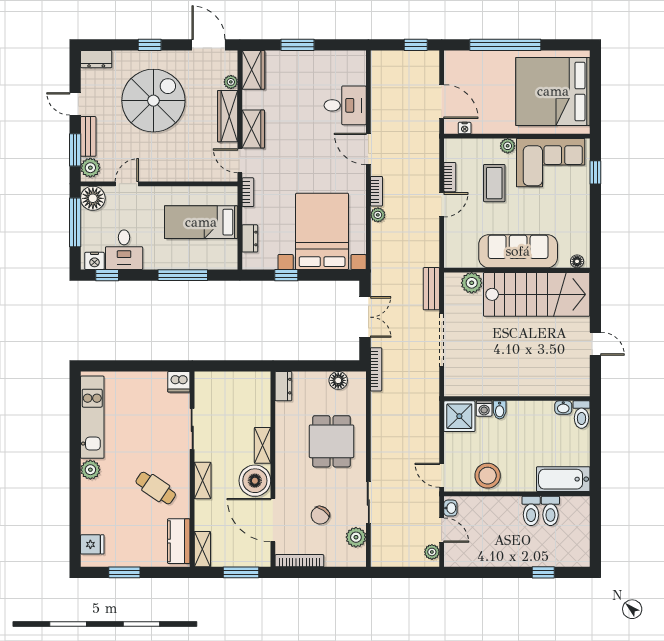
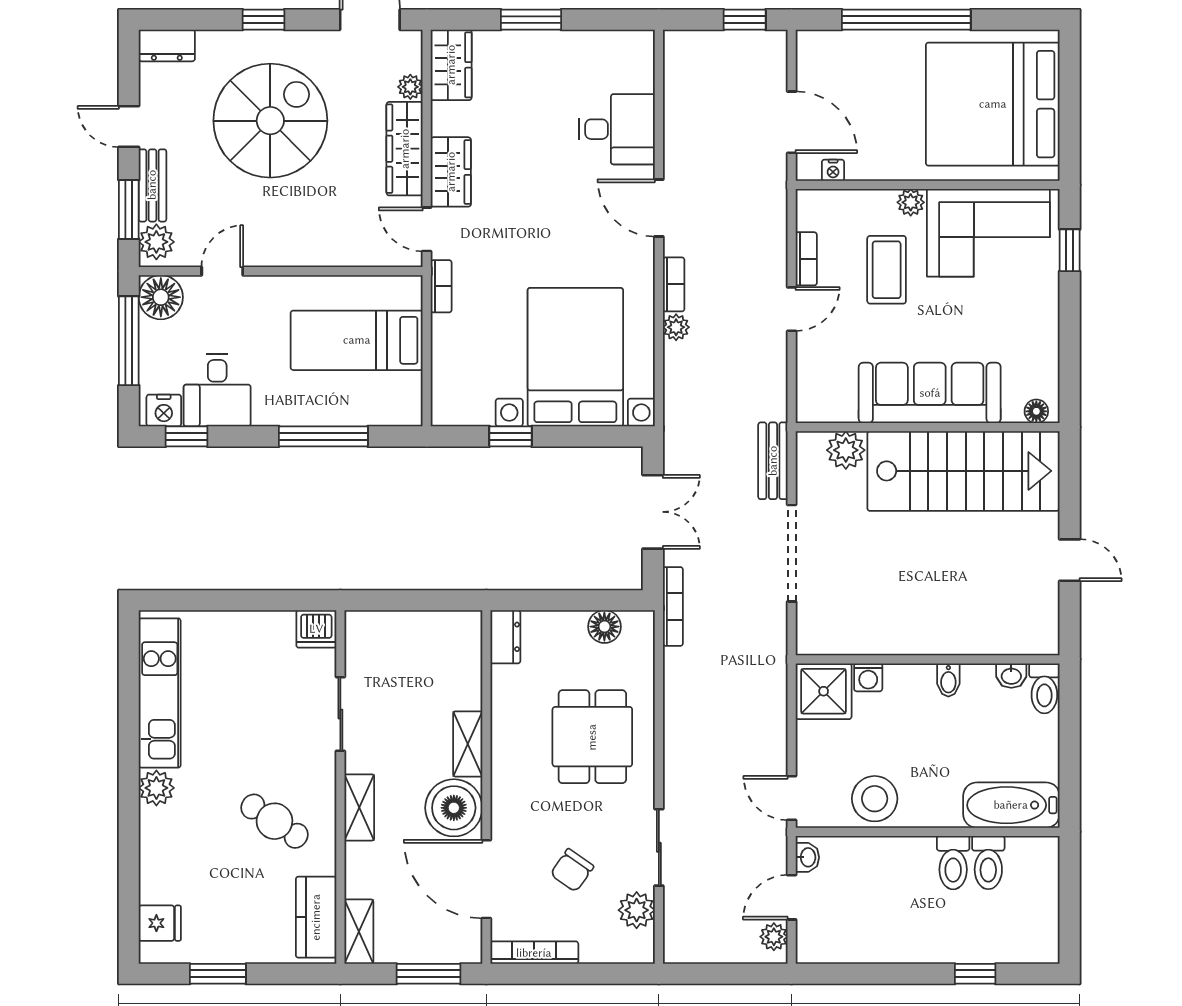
dresser: (250, 238) -> (445, 370), removed
bidet: (500, 410) -> (948, 680), moved
door: (442, 530) -> (792, 897), swing flipped

